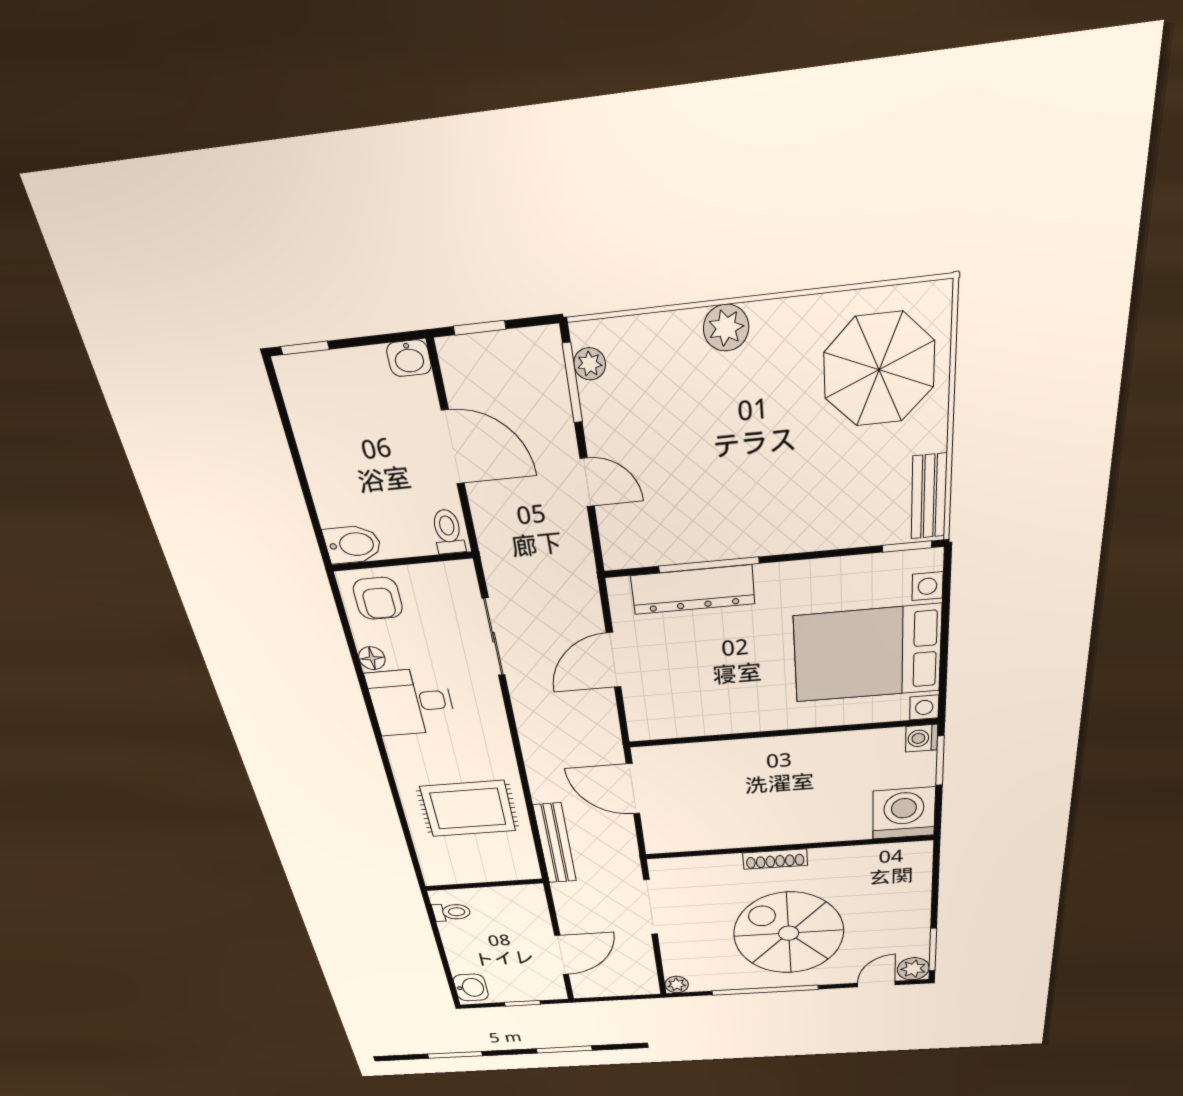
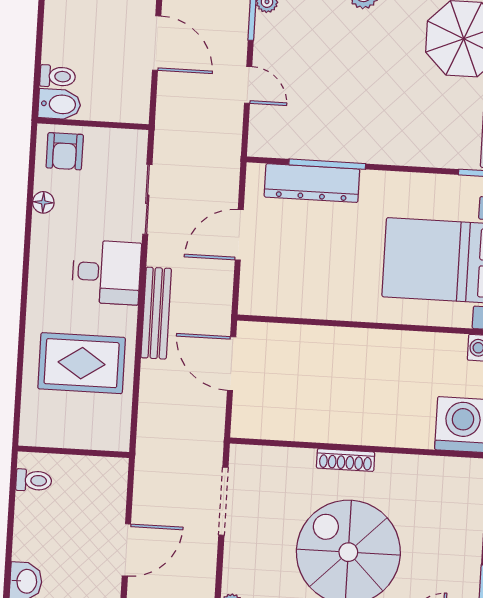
toilet: (448, 532) -> (58, 76), moved, turned 90
desk: (411, 702) -> (106, 272), moved, turned 180
bench: (555, 843) -> (156, 313), moved

